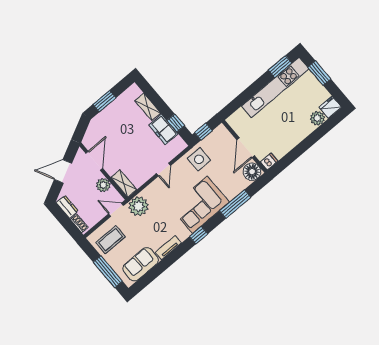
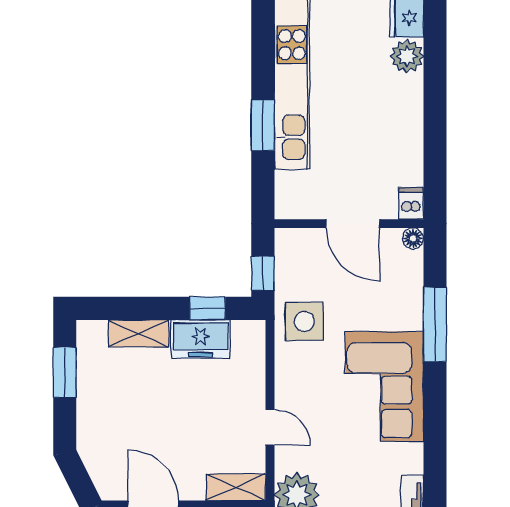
window: (280, 67) -> (263, 125), moved
window: (104, 101) -> (65, 372), moved
door: (164, 170) -> (270, 427), moved
floor lamp: (252, 172) -> (413, 239), width x0.53, depth x0.53
window: (199, 235) -> (435, 434), removed

